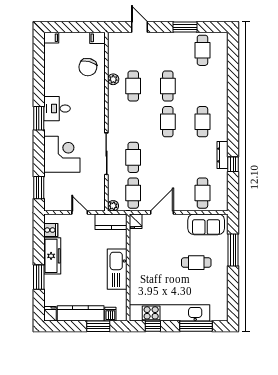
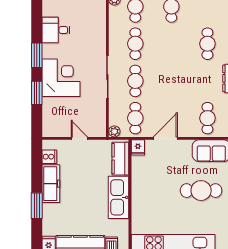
window: (39, 118) -> (37, 55), moved
cafe table: (168, 122) -> (135, 44), moved
window: (39, 188) -> (37, 93), moved
kitchen counter: (111, 222) -> (120, 159), moved, turned 90
cafe table: (196, 263) -> (201, 191), width x1.37, depth x1.35

